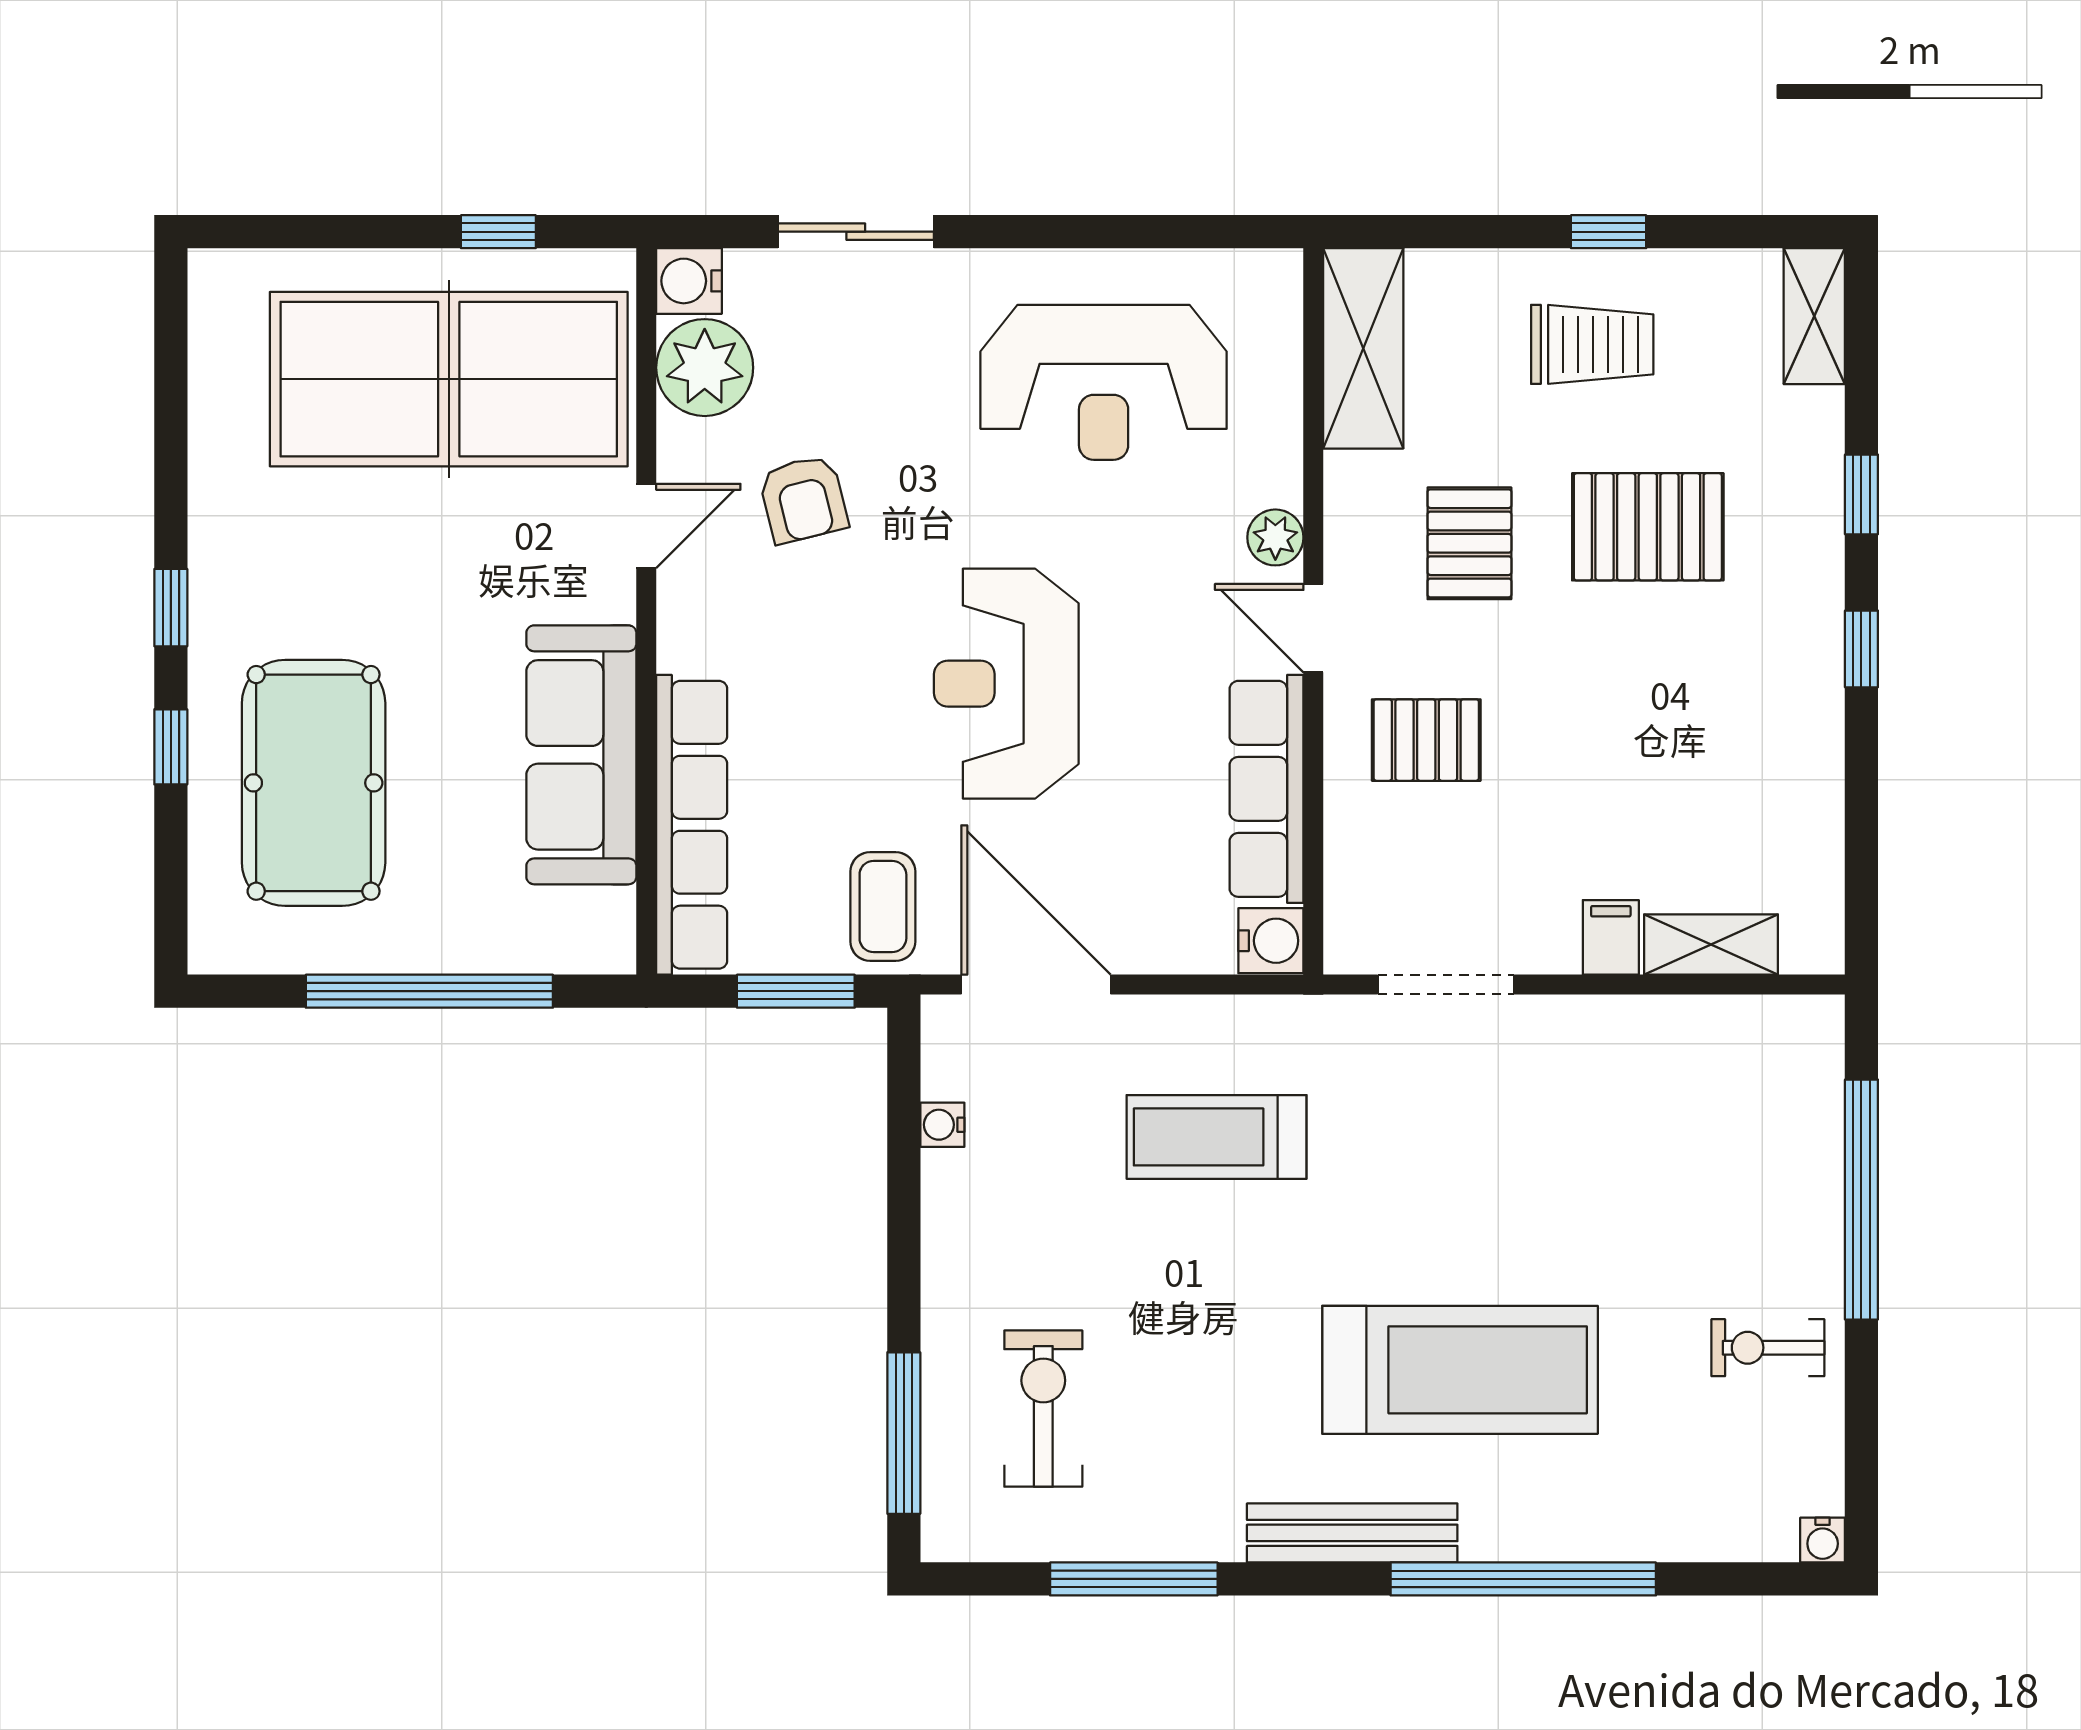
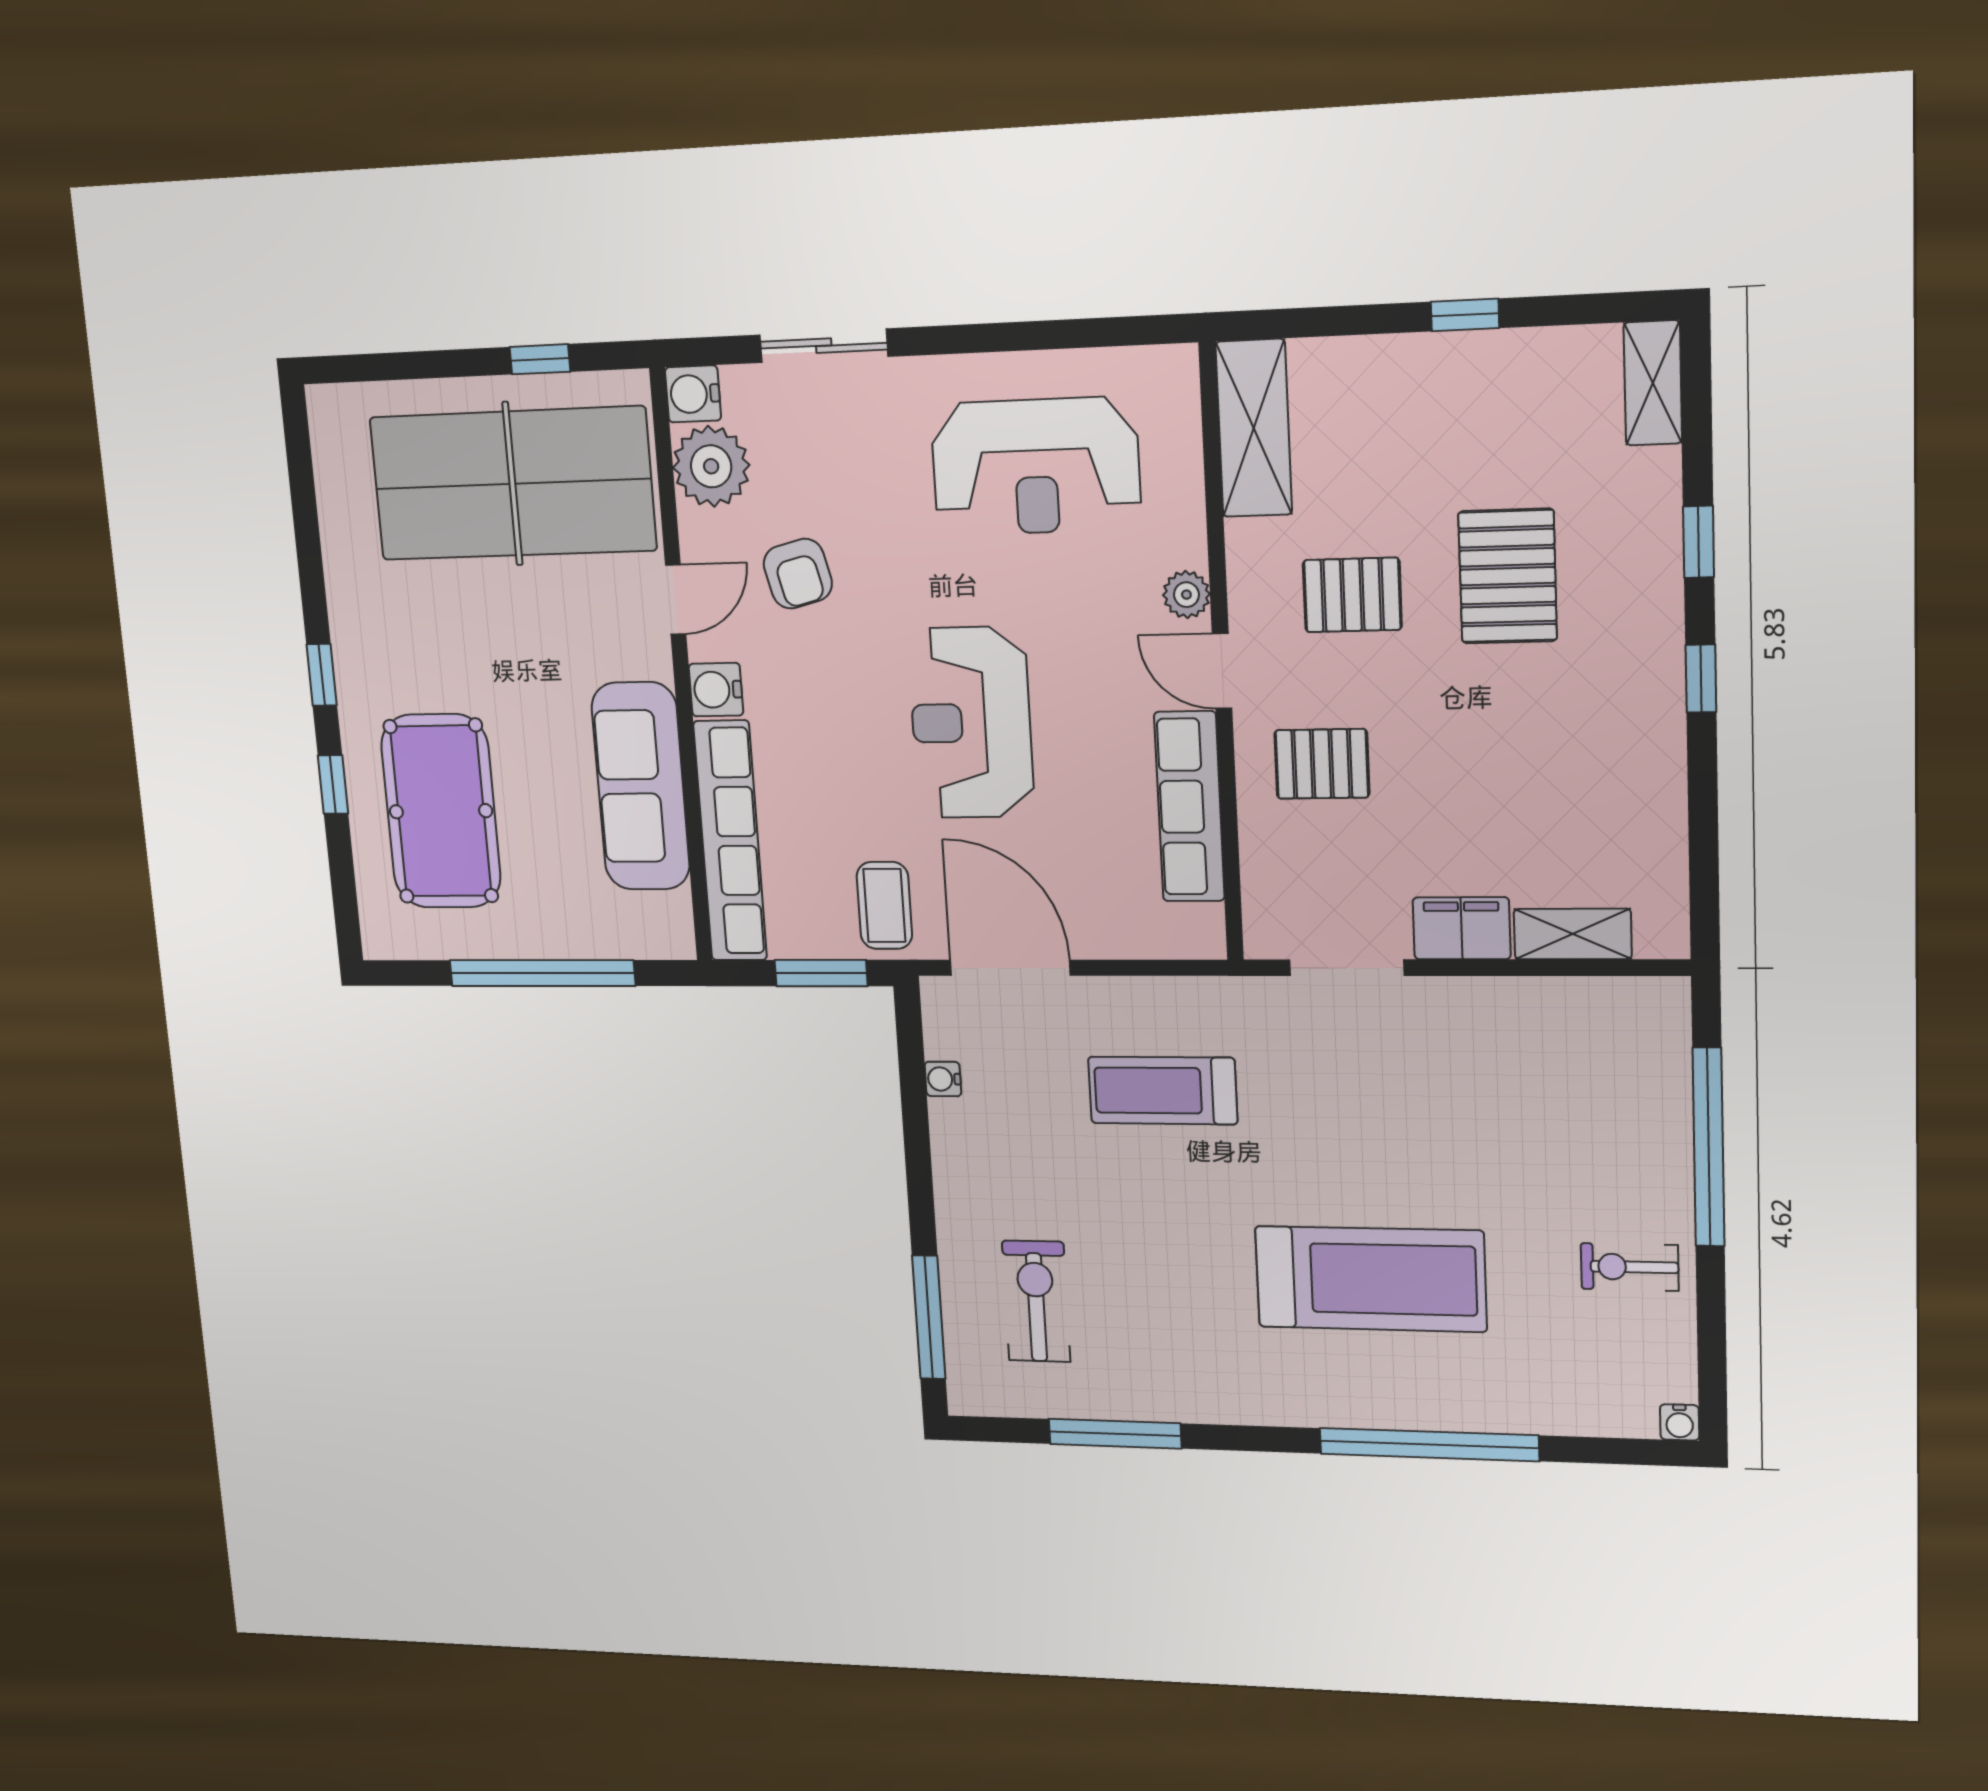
trolley: (1592, 344) -> (1454, 417), removed
pallet: (1648, 527) -> (1508, 576), turned 90
pallet: (1469, 543) -> (1352, 595), turned 90
filing cabinet: (1611, 937) -> (1462, 928), width x2.00
water cooler: (1271, 941) -> (716, 690), moved, turned 180
bench: (1352, 1533) -> (1288, 1404), removed

